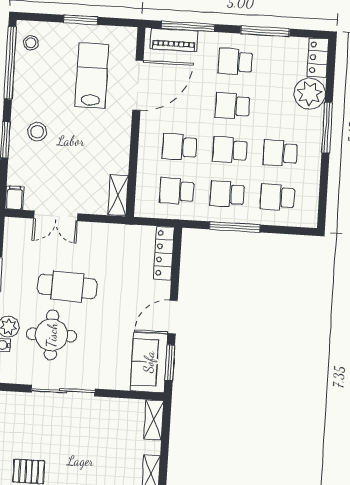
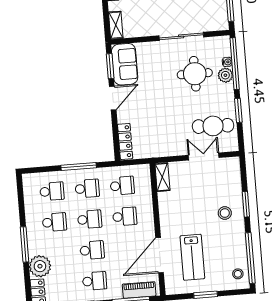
filing cabinet: (15, 198) -> (234, 165), removed
cafe table: (67, 286) -> (213, 126), moved

